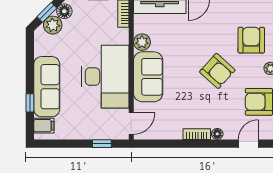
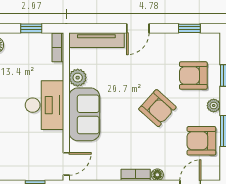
armchair: (251, 40) -> (193, 76), turned -90
desk: (105, 77) -> (45, 105), width x0.73, depth x0.77

